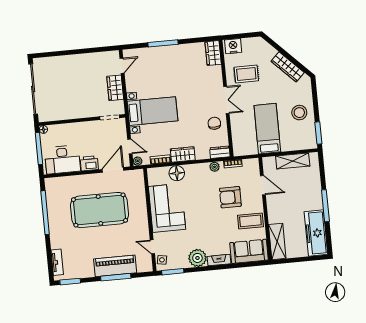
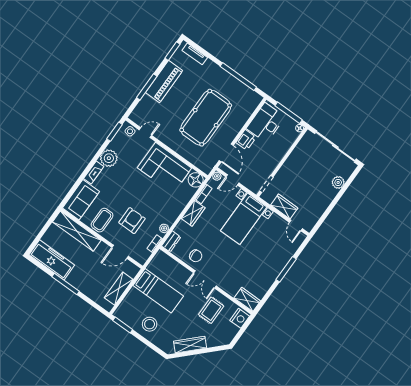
plant: (59, 62) -> (338, 182), added
floor lamp: (177, 173) -> (196, 180), moved
shelving: (277, 241) -> (77, 231), width x1.47
piano: (115, 266) -> (164, 82), moved

